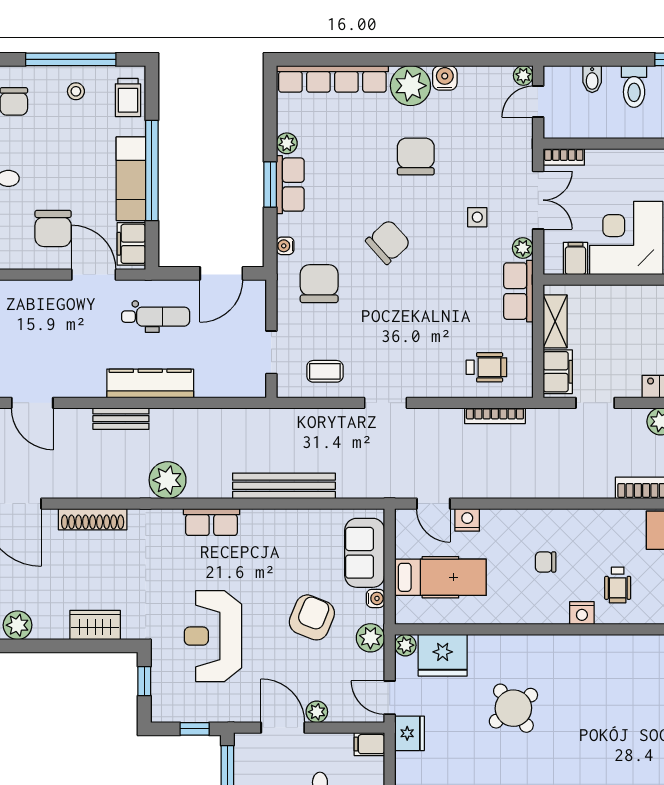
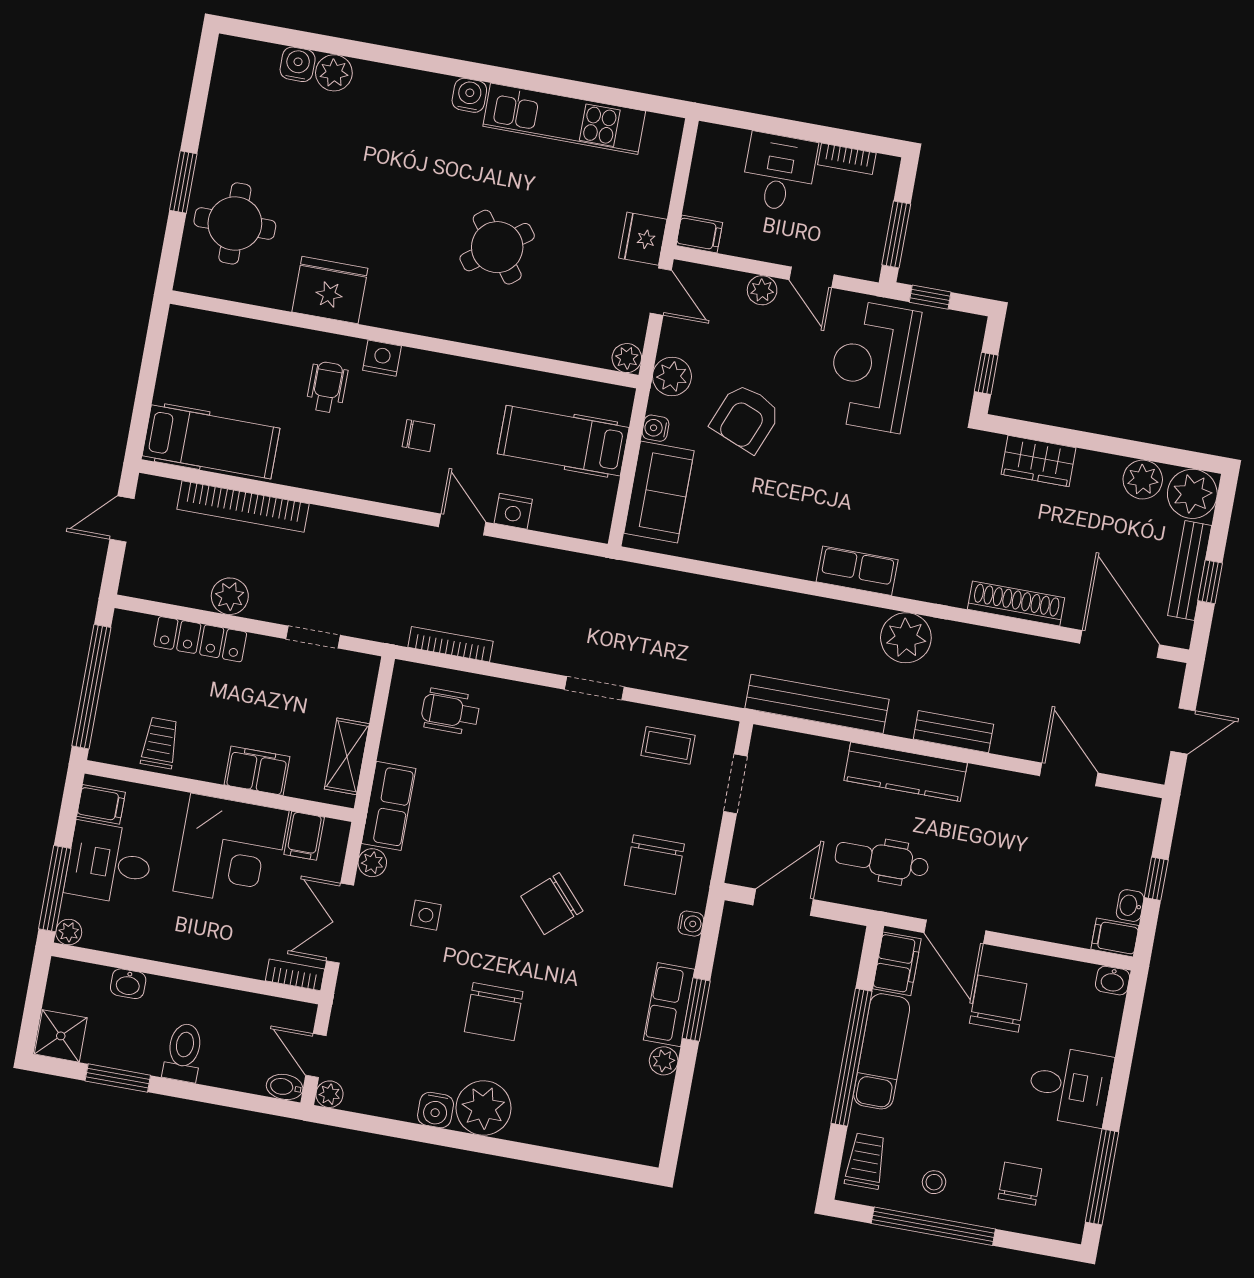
row of seats: (332, 79) -> (587, 1136), removed
bidet: (592, 79) -> (285, 1087), moved, turned -90
door: (538, 102) -> (316, 1056), swing flipped
filing cabinet: (558, 372) -> (257, 771), moved, turned 90
bench: (284, 486) -> (817, 704), moved
door: (433, 504) -> (462, 524), moved
reception desk: (213, 636) -> (873, 366), moved, turned 180
fridge: (443, 655) -> (330, 290), moved
door: (283, 728) -> (811, 277), width x0.73

